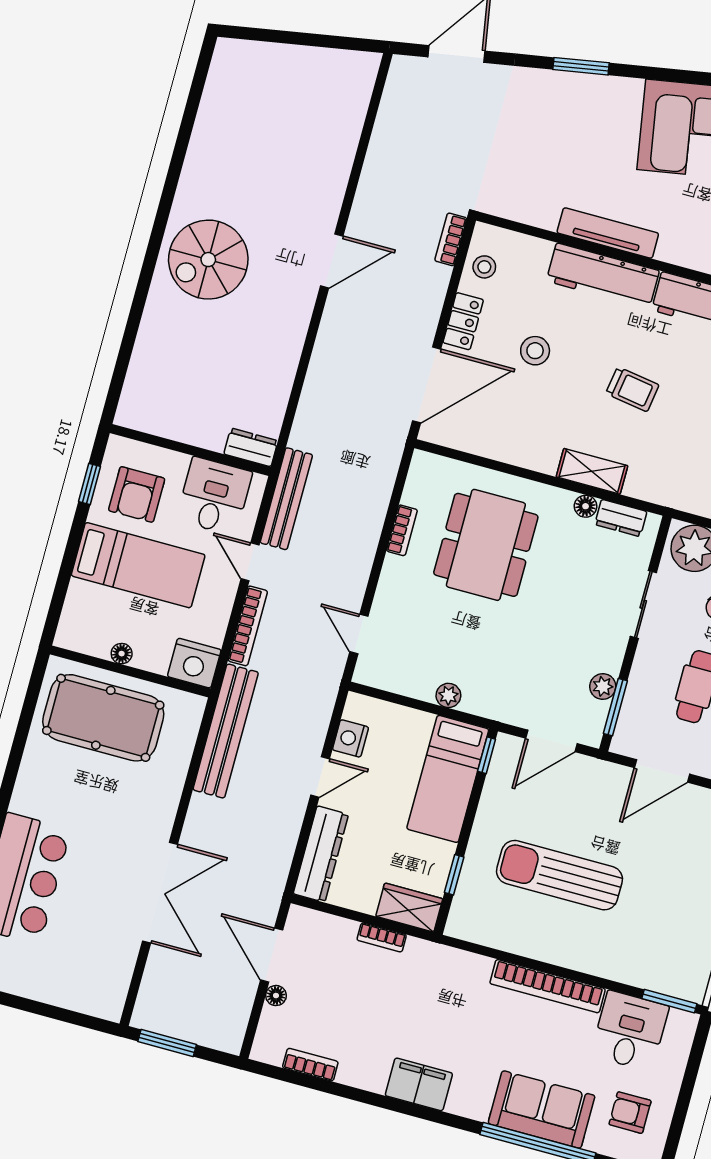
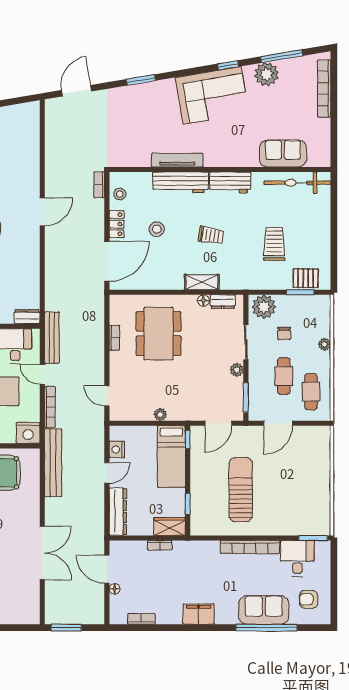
plant: (603, 686) -> (237, 370), moved
sun lounger: (560, 875) -> (241, 490), turned 90

